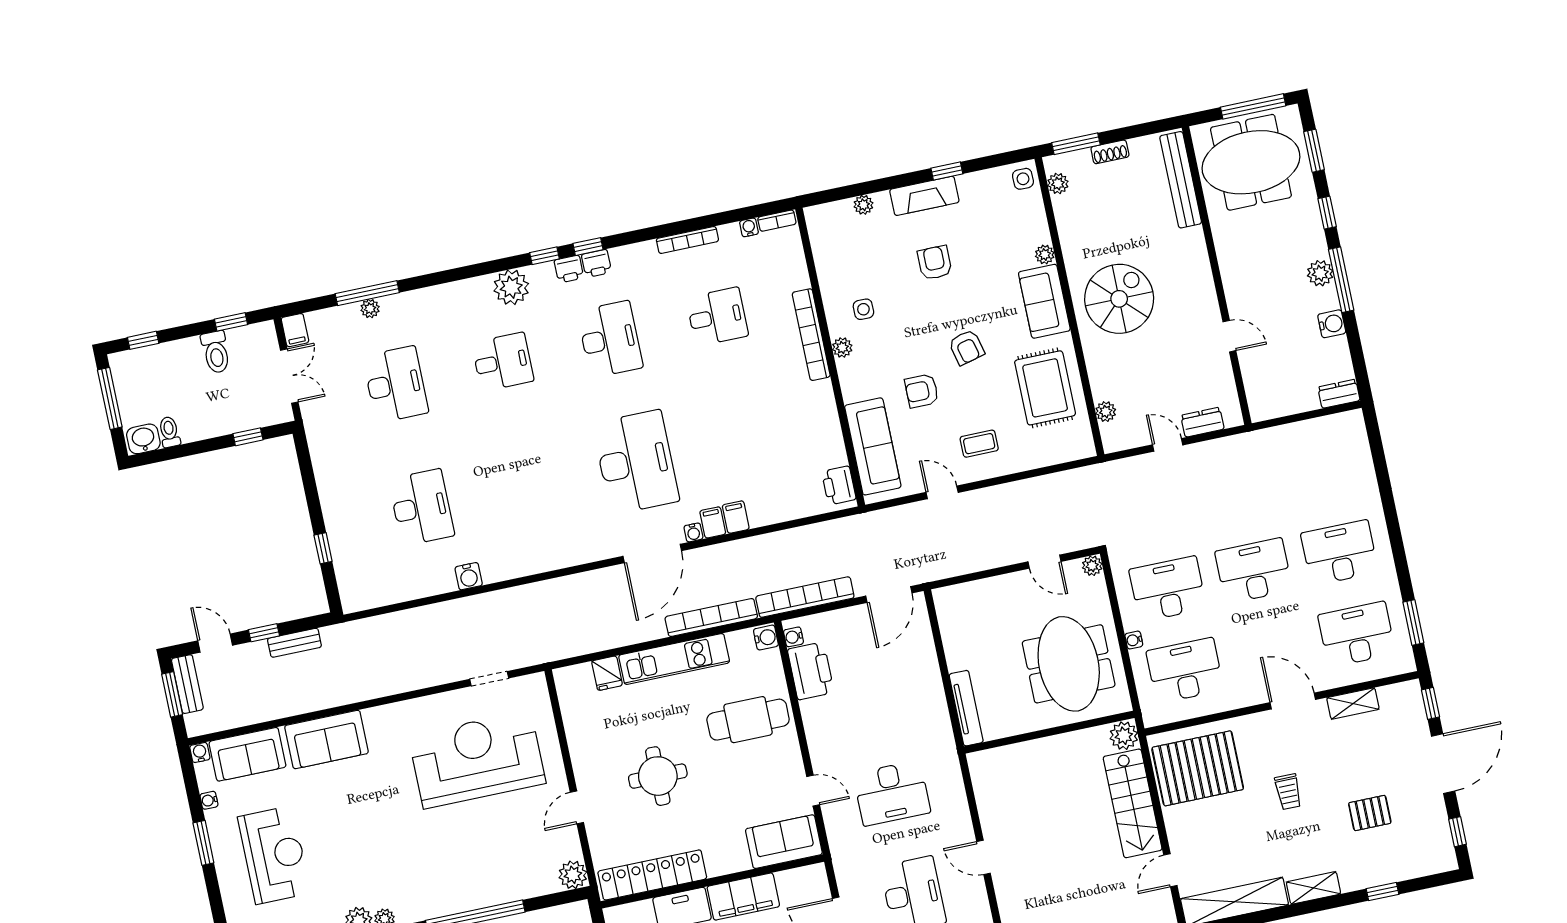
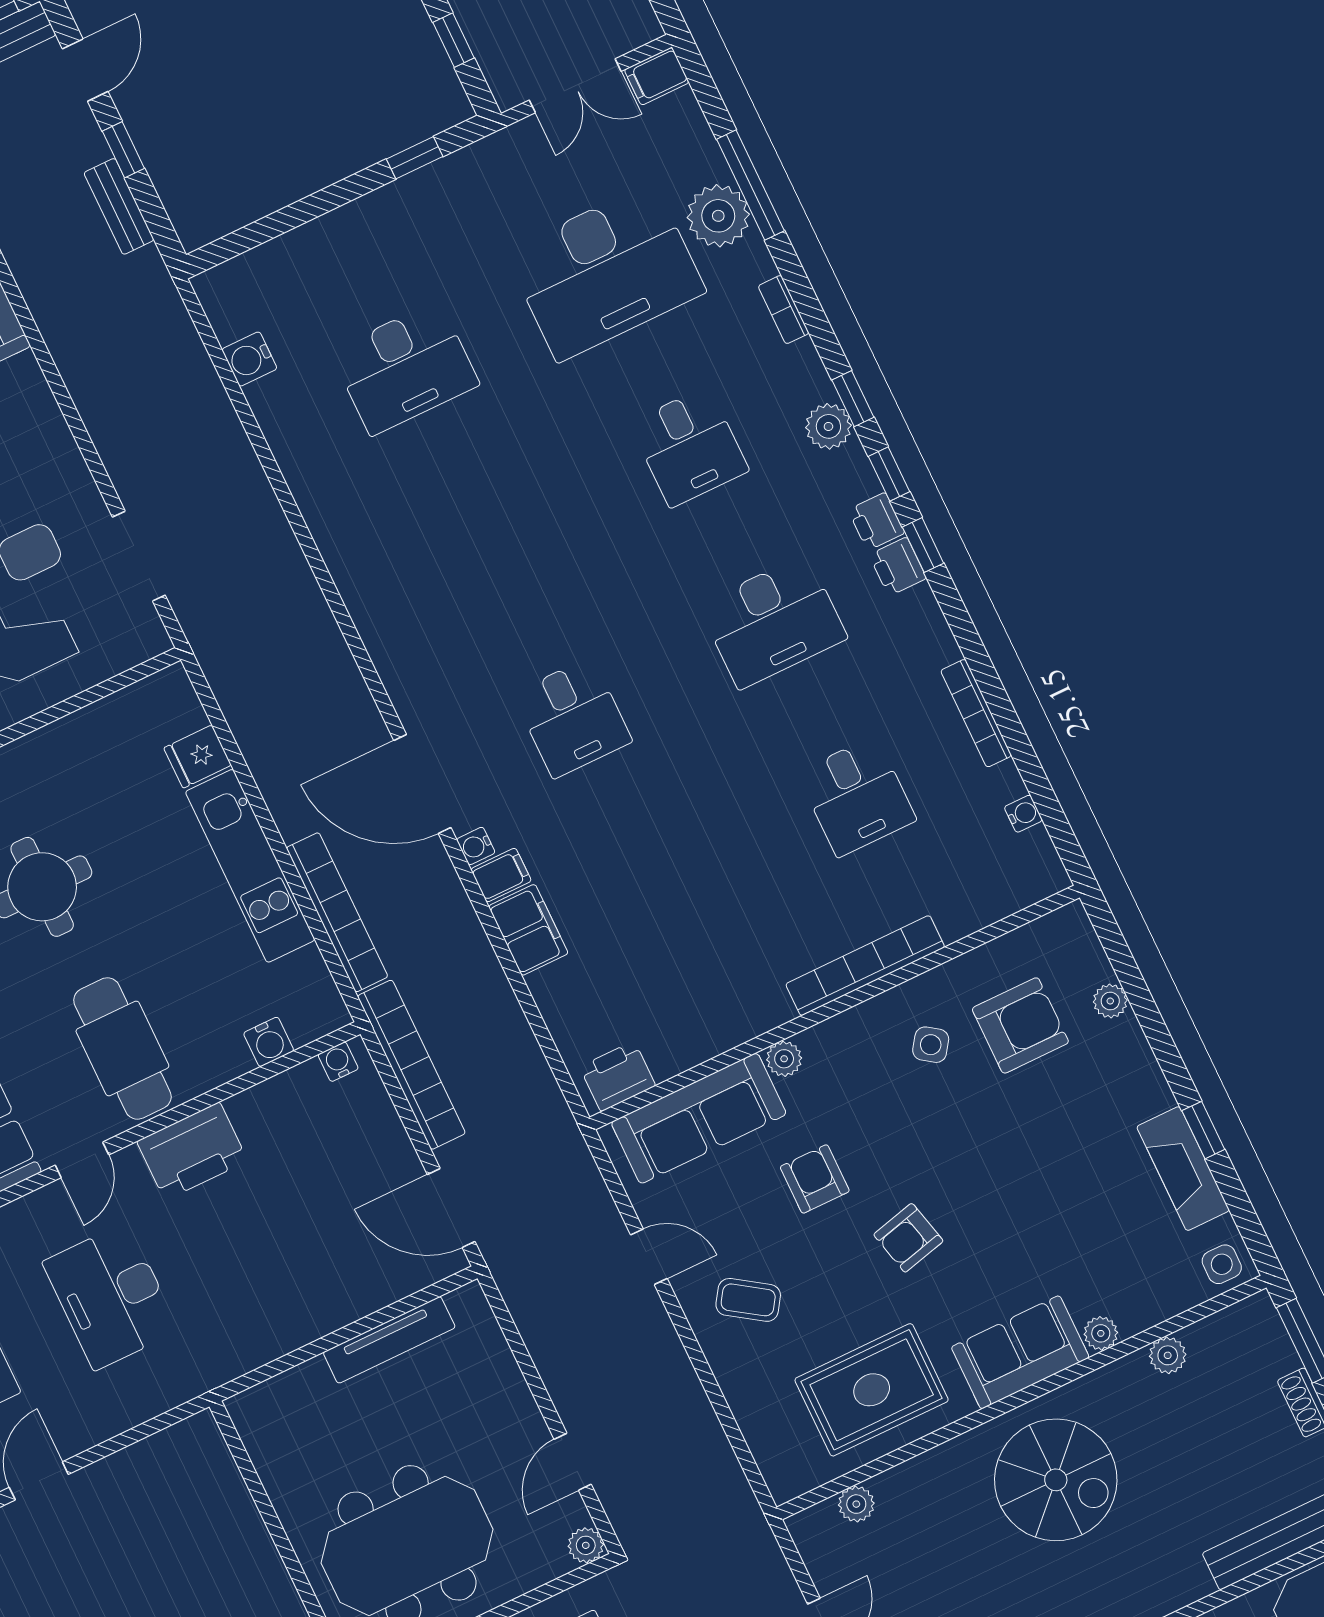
plant: (1058, 183) -> (1168, 1355), moved
fireplace: (924, 196) -> (1183, 1169), moved
bookcase: (777, 221) -> (784, 310), moved
armchair: (935, 263) -> (1020, 1025), moved, width x1.38, depth x1.38
window: (498, 266) -> (853, 399), added
plant: (511, 287) -> (828, 426), width x0.73, depth x0.73
plant: (370, 309) -> (718, 216), width x1.88, depth x1.88
side table: (863, 309) -> (931, 1045), turned 35
plant: (842, 347) -> (784, 1059), moved
desk: (396, 384) -> (605, 272), width x1.36, depth x1.30
coffee table: (979, 444) -> (748, 1300), turned -56
desk: (636, 462) -> (572, 718), width x0.53, depth x0.77
door: (942, 492) -> (649, 1257), hinge flipped
filing cabinet: (736, 517) -> (528, 930), width x2.00
window: (323, 548) -> (415, 158), moved
water cooler: (469, 576) -> (249, 359), moved
water cooler: (766, 638) -> (269, 1042), moved
printer: (811, 671) -> (192, 1151), moved
doorway: (489, 679) -> (139, 556), width x1.38
tv unit: (966, 708) -> (389, 1340), moved
cafe table: (748, 720) -> (122, 1048), moved

